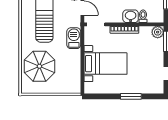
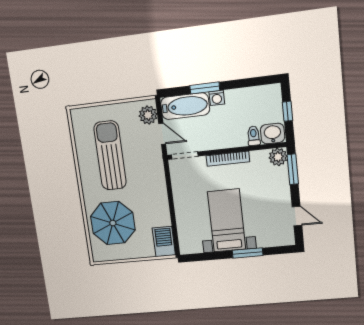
washbasin: (131, 16) -> (273, 134), moved
barbecue: (74, 38) -> (164, 242), moved
bed with nightstands: (105, 64) -> (227, 221), moved, turned -90

